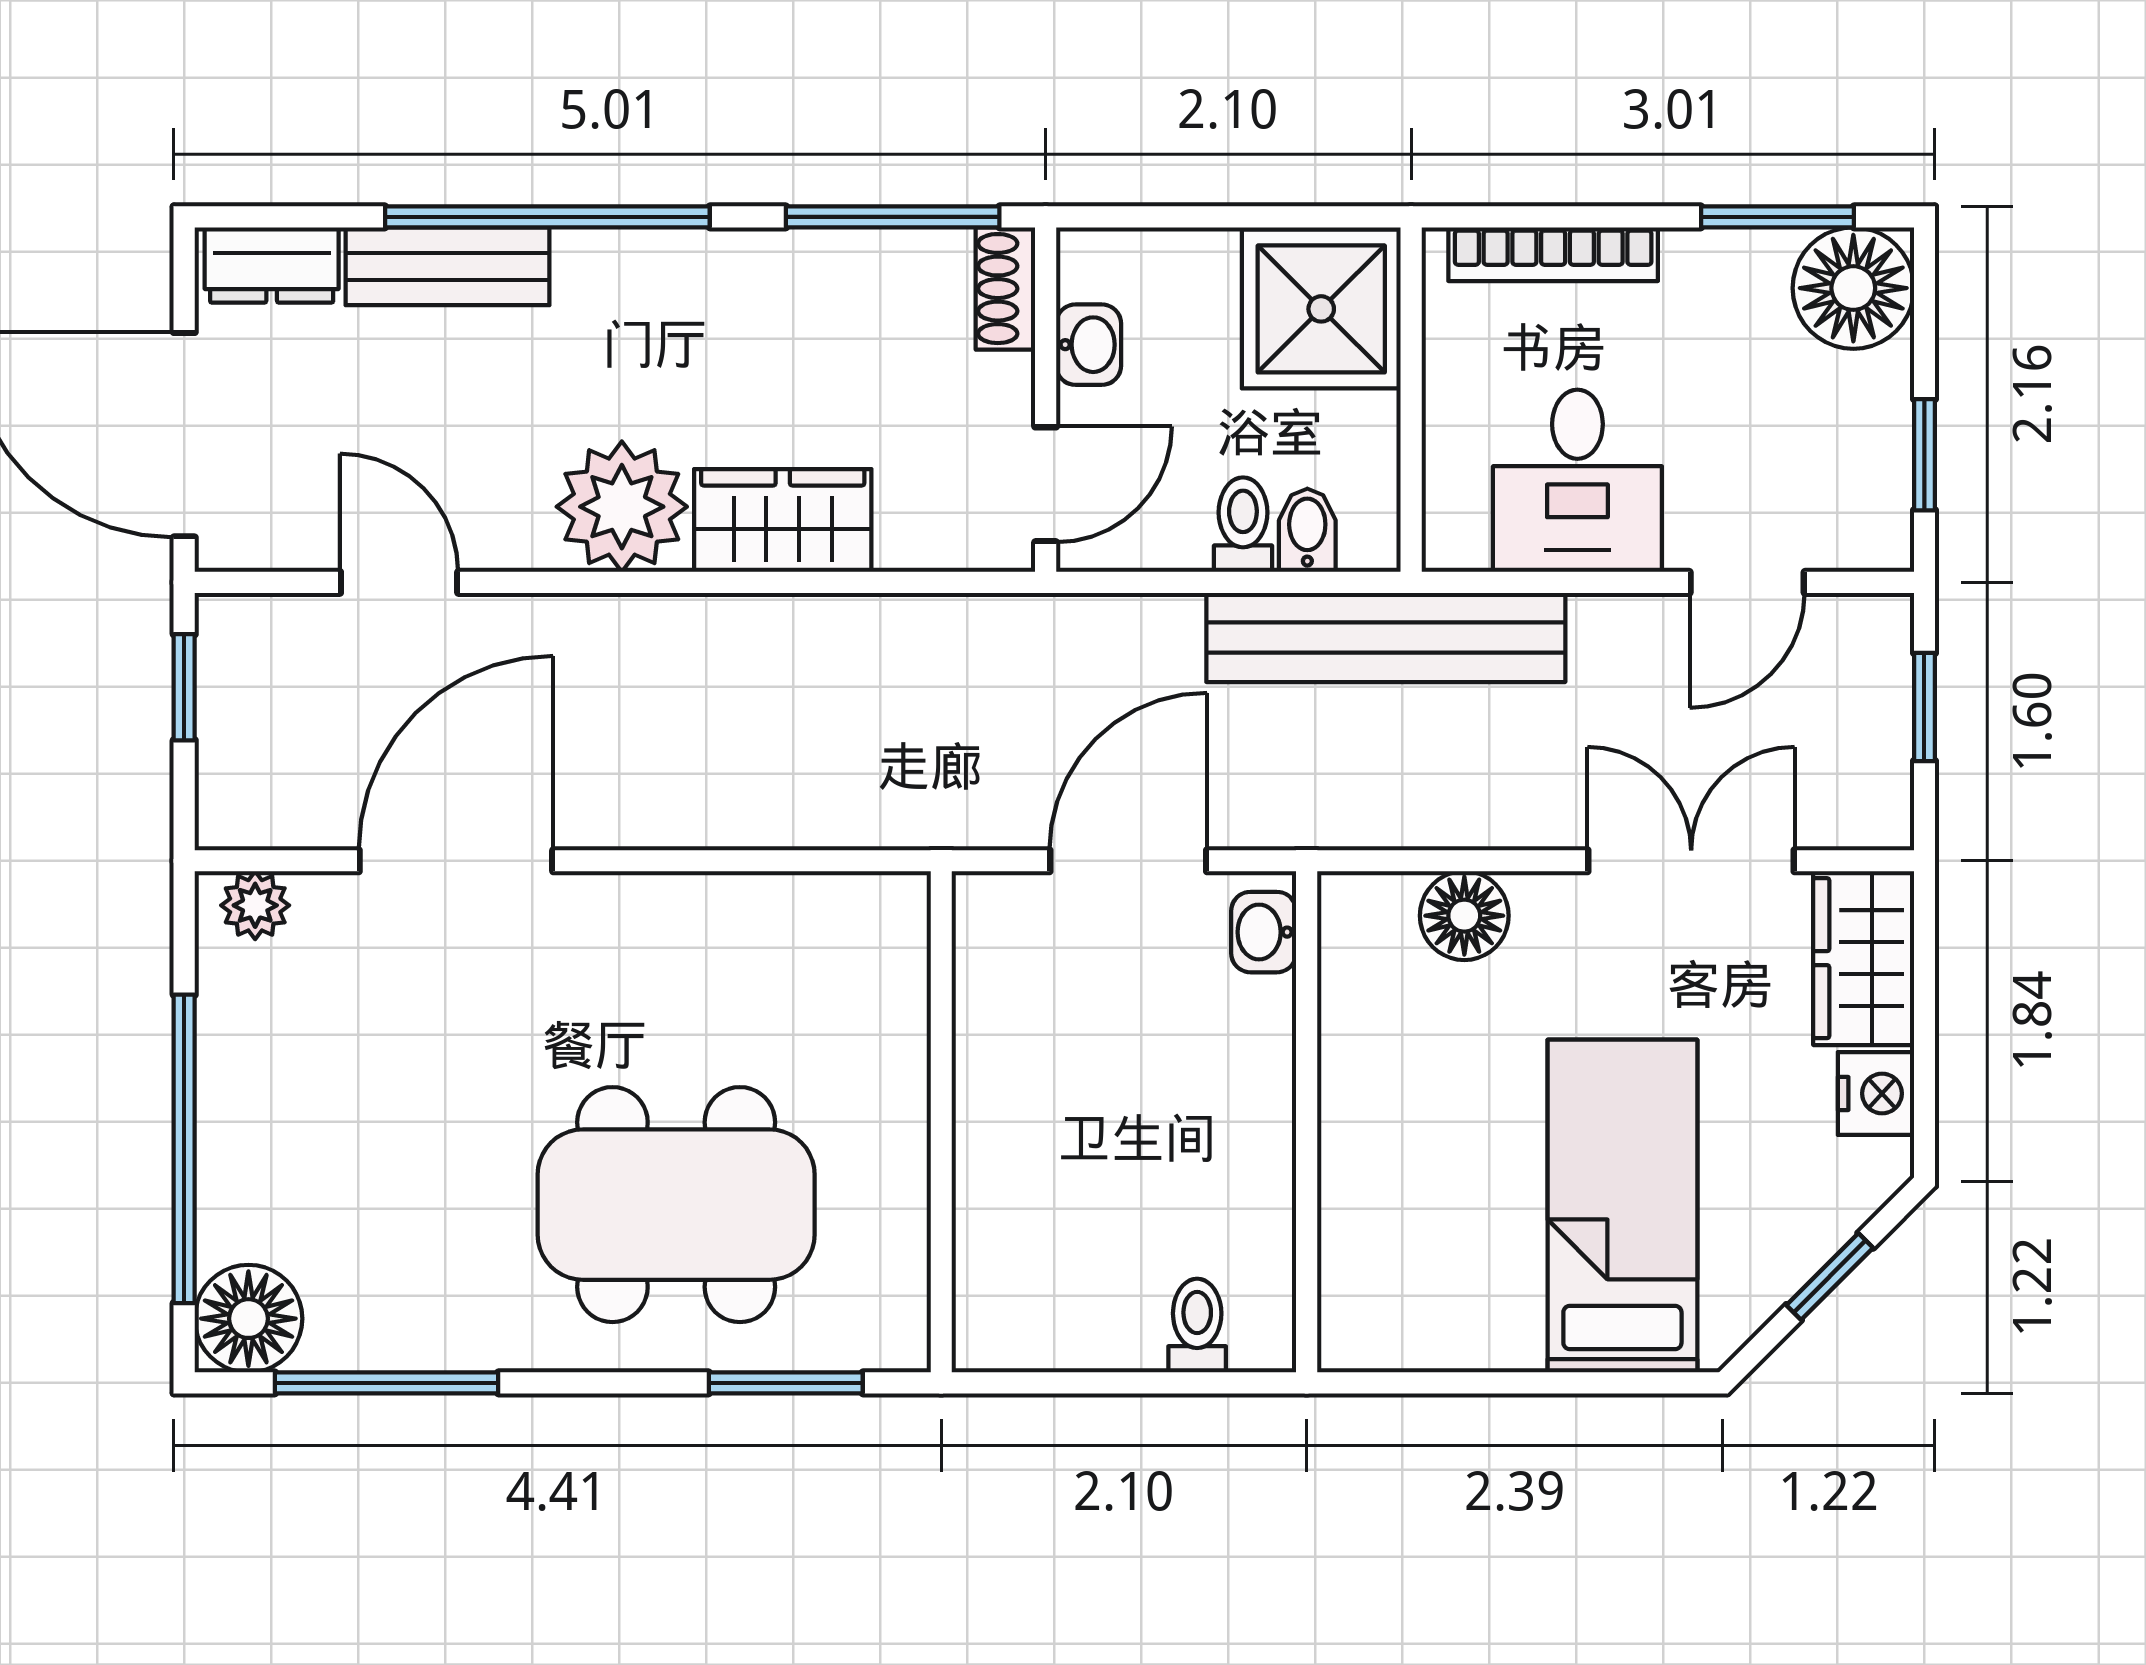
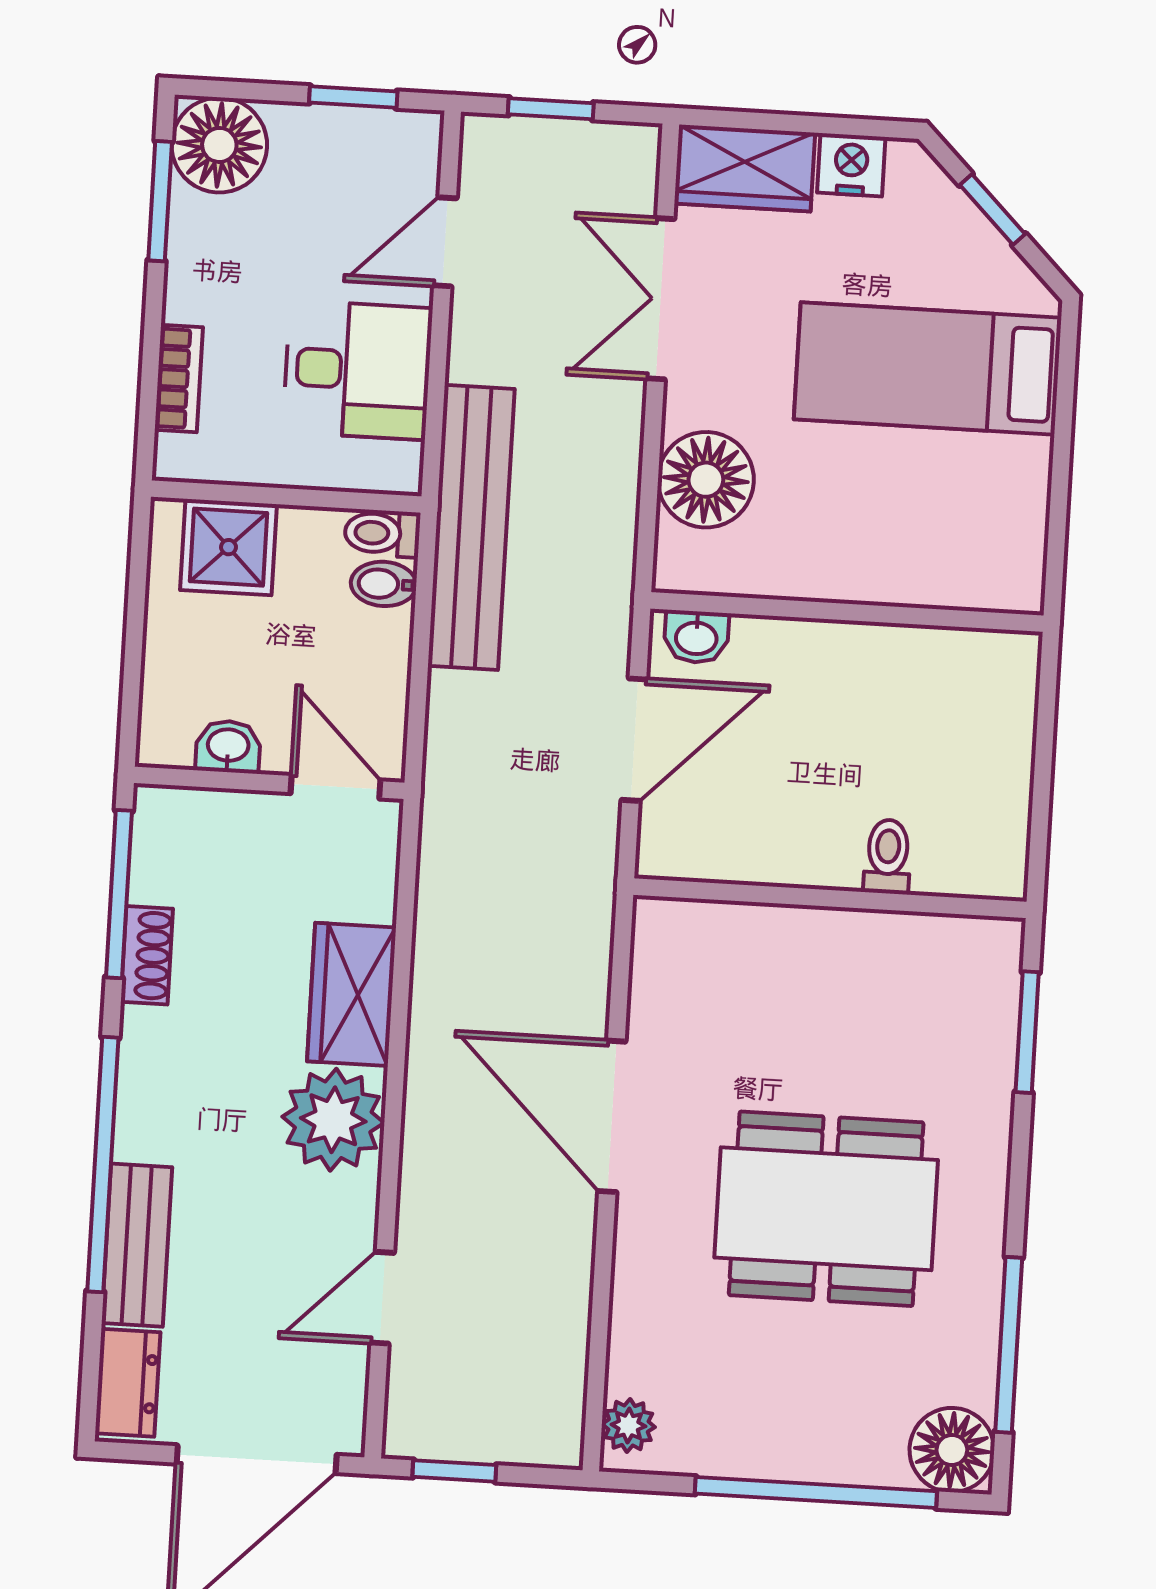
bookcase: (1553, 254) -> (179, 379), width x0.64
shoe rack: (1005, 289) -> (147, 955), moved, turned -90
shower: (1321, 309) -> (229, 547), width x0.73, depth x0.73
toilet: (1243, 525) -> (382, 533), moved
door: (1747, 582) -> (445, 242), swing flipped
door: (456, 861) -> (612, 1116), moved
door: (1128, 861) -> (634, 740), swing flipped
floor lamp: (1464, 916) -> (706, 480), width x1.38, depth x1.38
dining table: (676, 1205) -> (826, 1209), moved, turned 90
toilet: (1197, 1326) -> (888, 857), moved, turned 90

